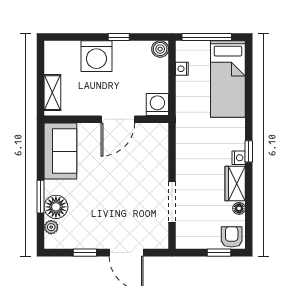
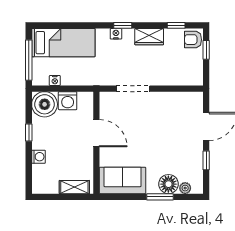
boiler: (160, 49) -> (45, 104), width x1.86, depth x1.86
washing machine: (96, 56) -> (38, 157), width x0.53, depth x0.53
washing machine: (157, 105) -> (68, 101), moved, turned -90
nightstand: (239, 158) -> (116, 34), moved
doorway: (172, 202) -> (133, 89), moved
floor lamp: (239, 208) -> (170, 33), removed
window: (249, 216) -> (176, 25), added

